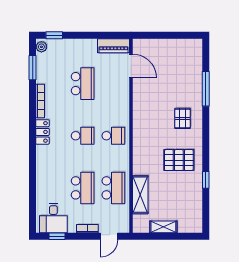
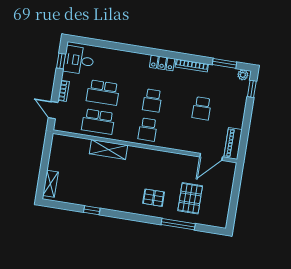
school desk: (83, 84) -> (202, 108), width x0.54
pallet: (179, 160) -> (190, 198), moved
shelving: (140, 195) -> (108, 149), moved
shelving: (163, 227) -> (50, 184), moved

